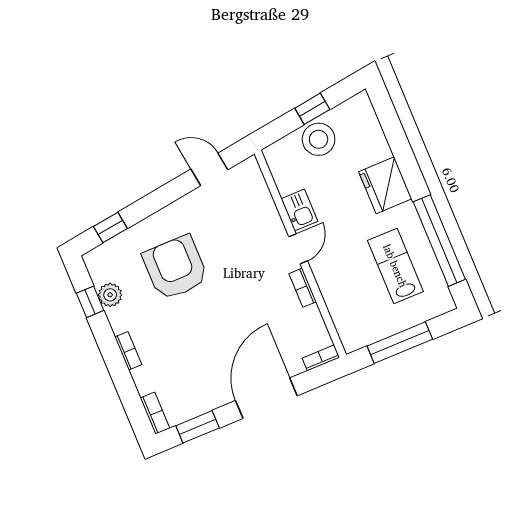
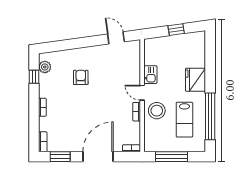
stool: (319, 139) -> (157, 111), moved
window: (110, 228) -> (58, 46), removed
door: (298, 249) -> (142, 93), swing flipped
lab bench: (395, 266) -> (184, 120), turned 180
armchair: (175, 268) -> (81, 77), width x0.53, depth x0.53
plant: (110, 295) -> (45, 67), moved

